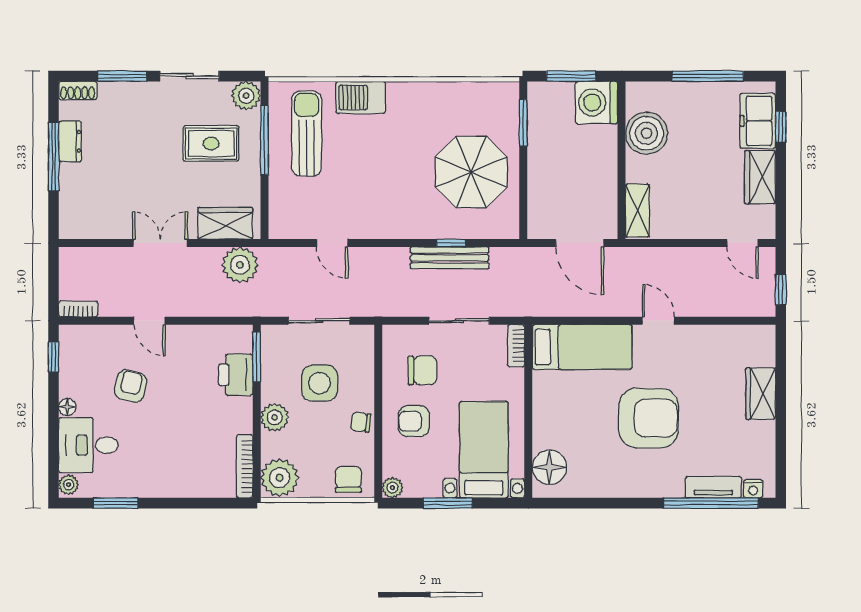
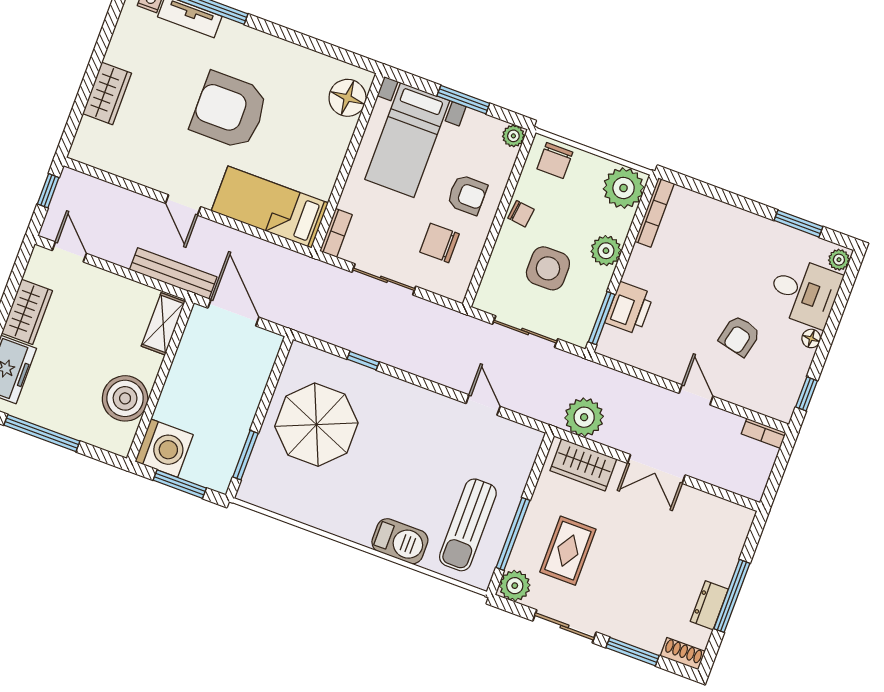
rug: (211, 143) -> (568, 551), turned 90
bench: (450, 258) -> (173, 273), moved

